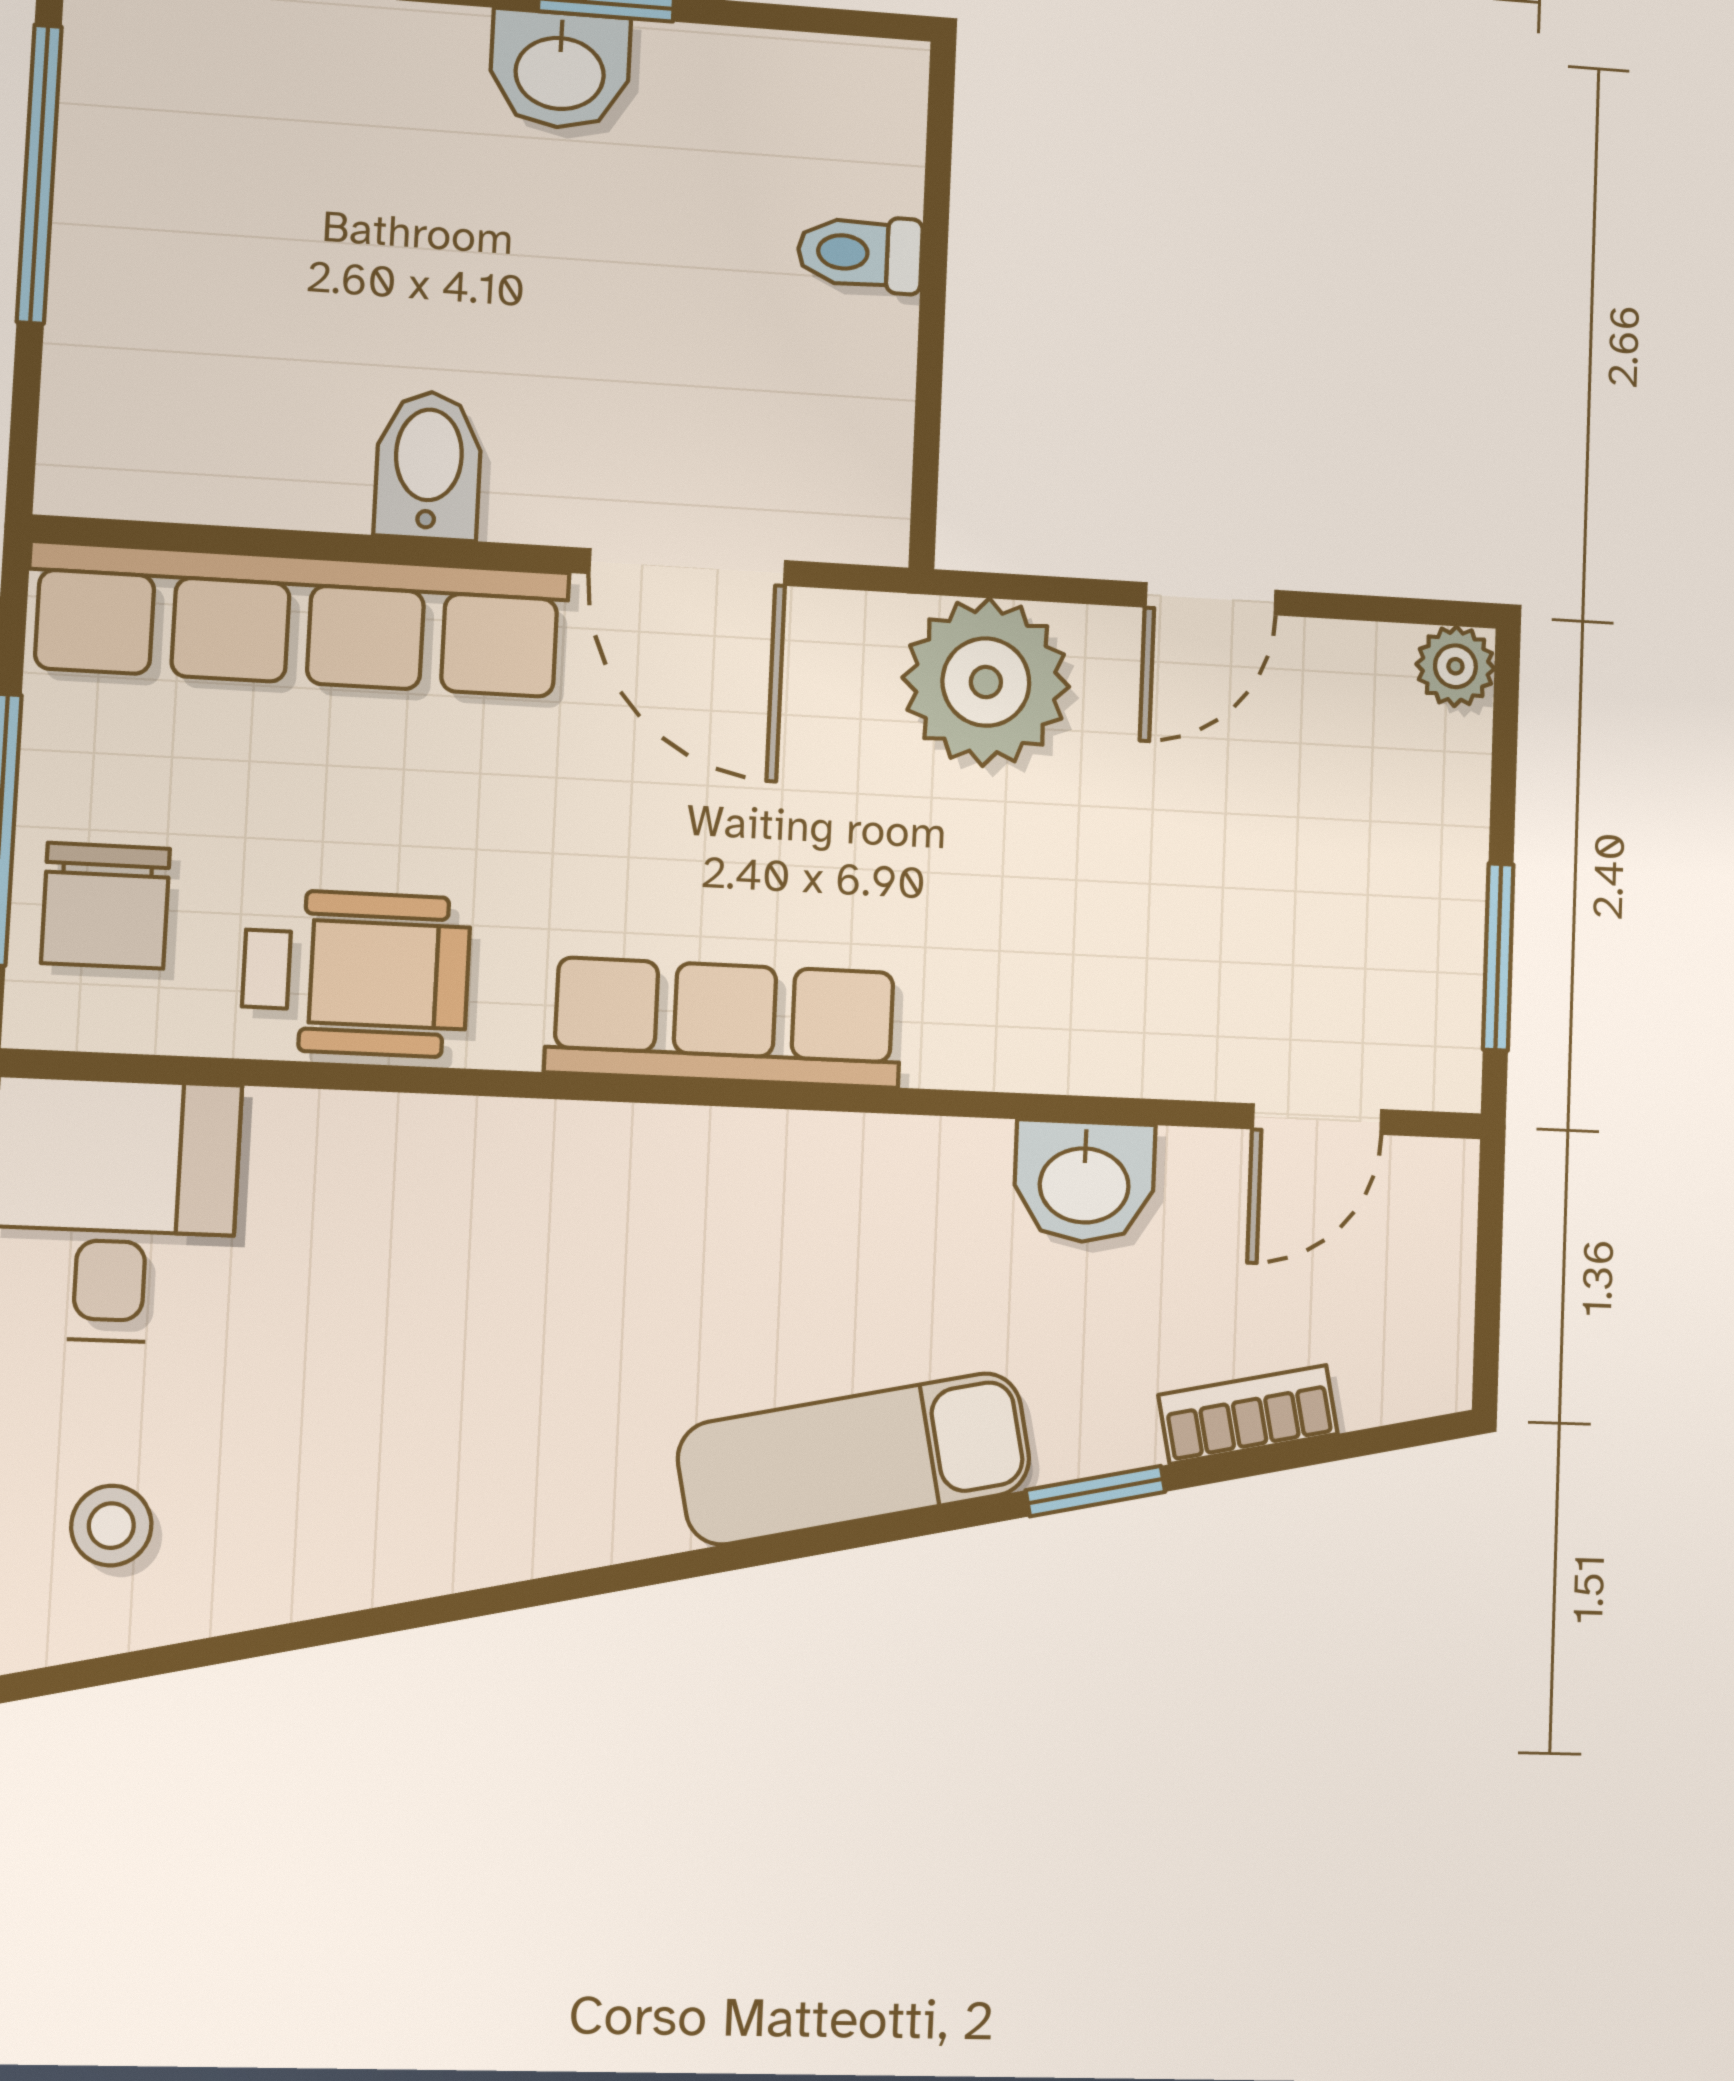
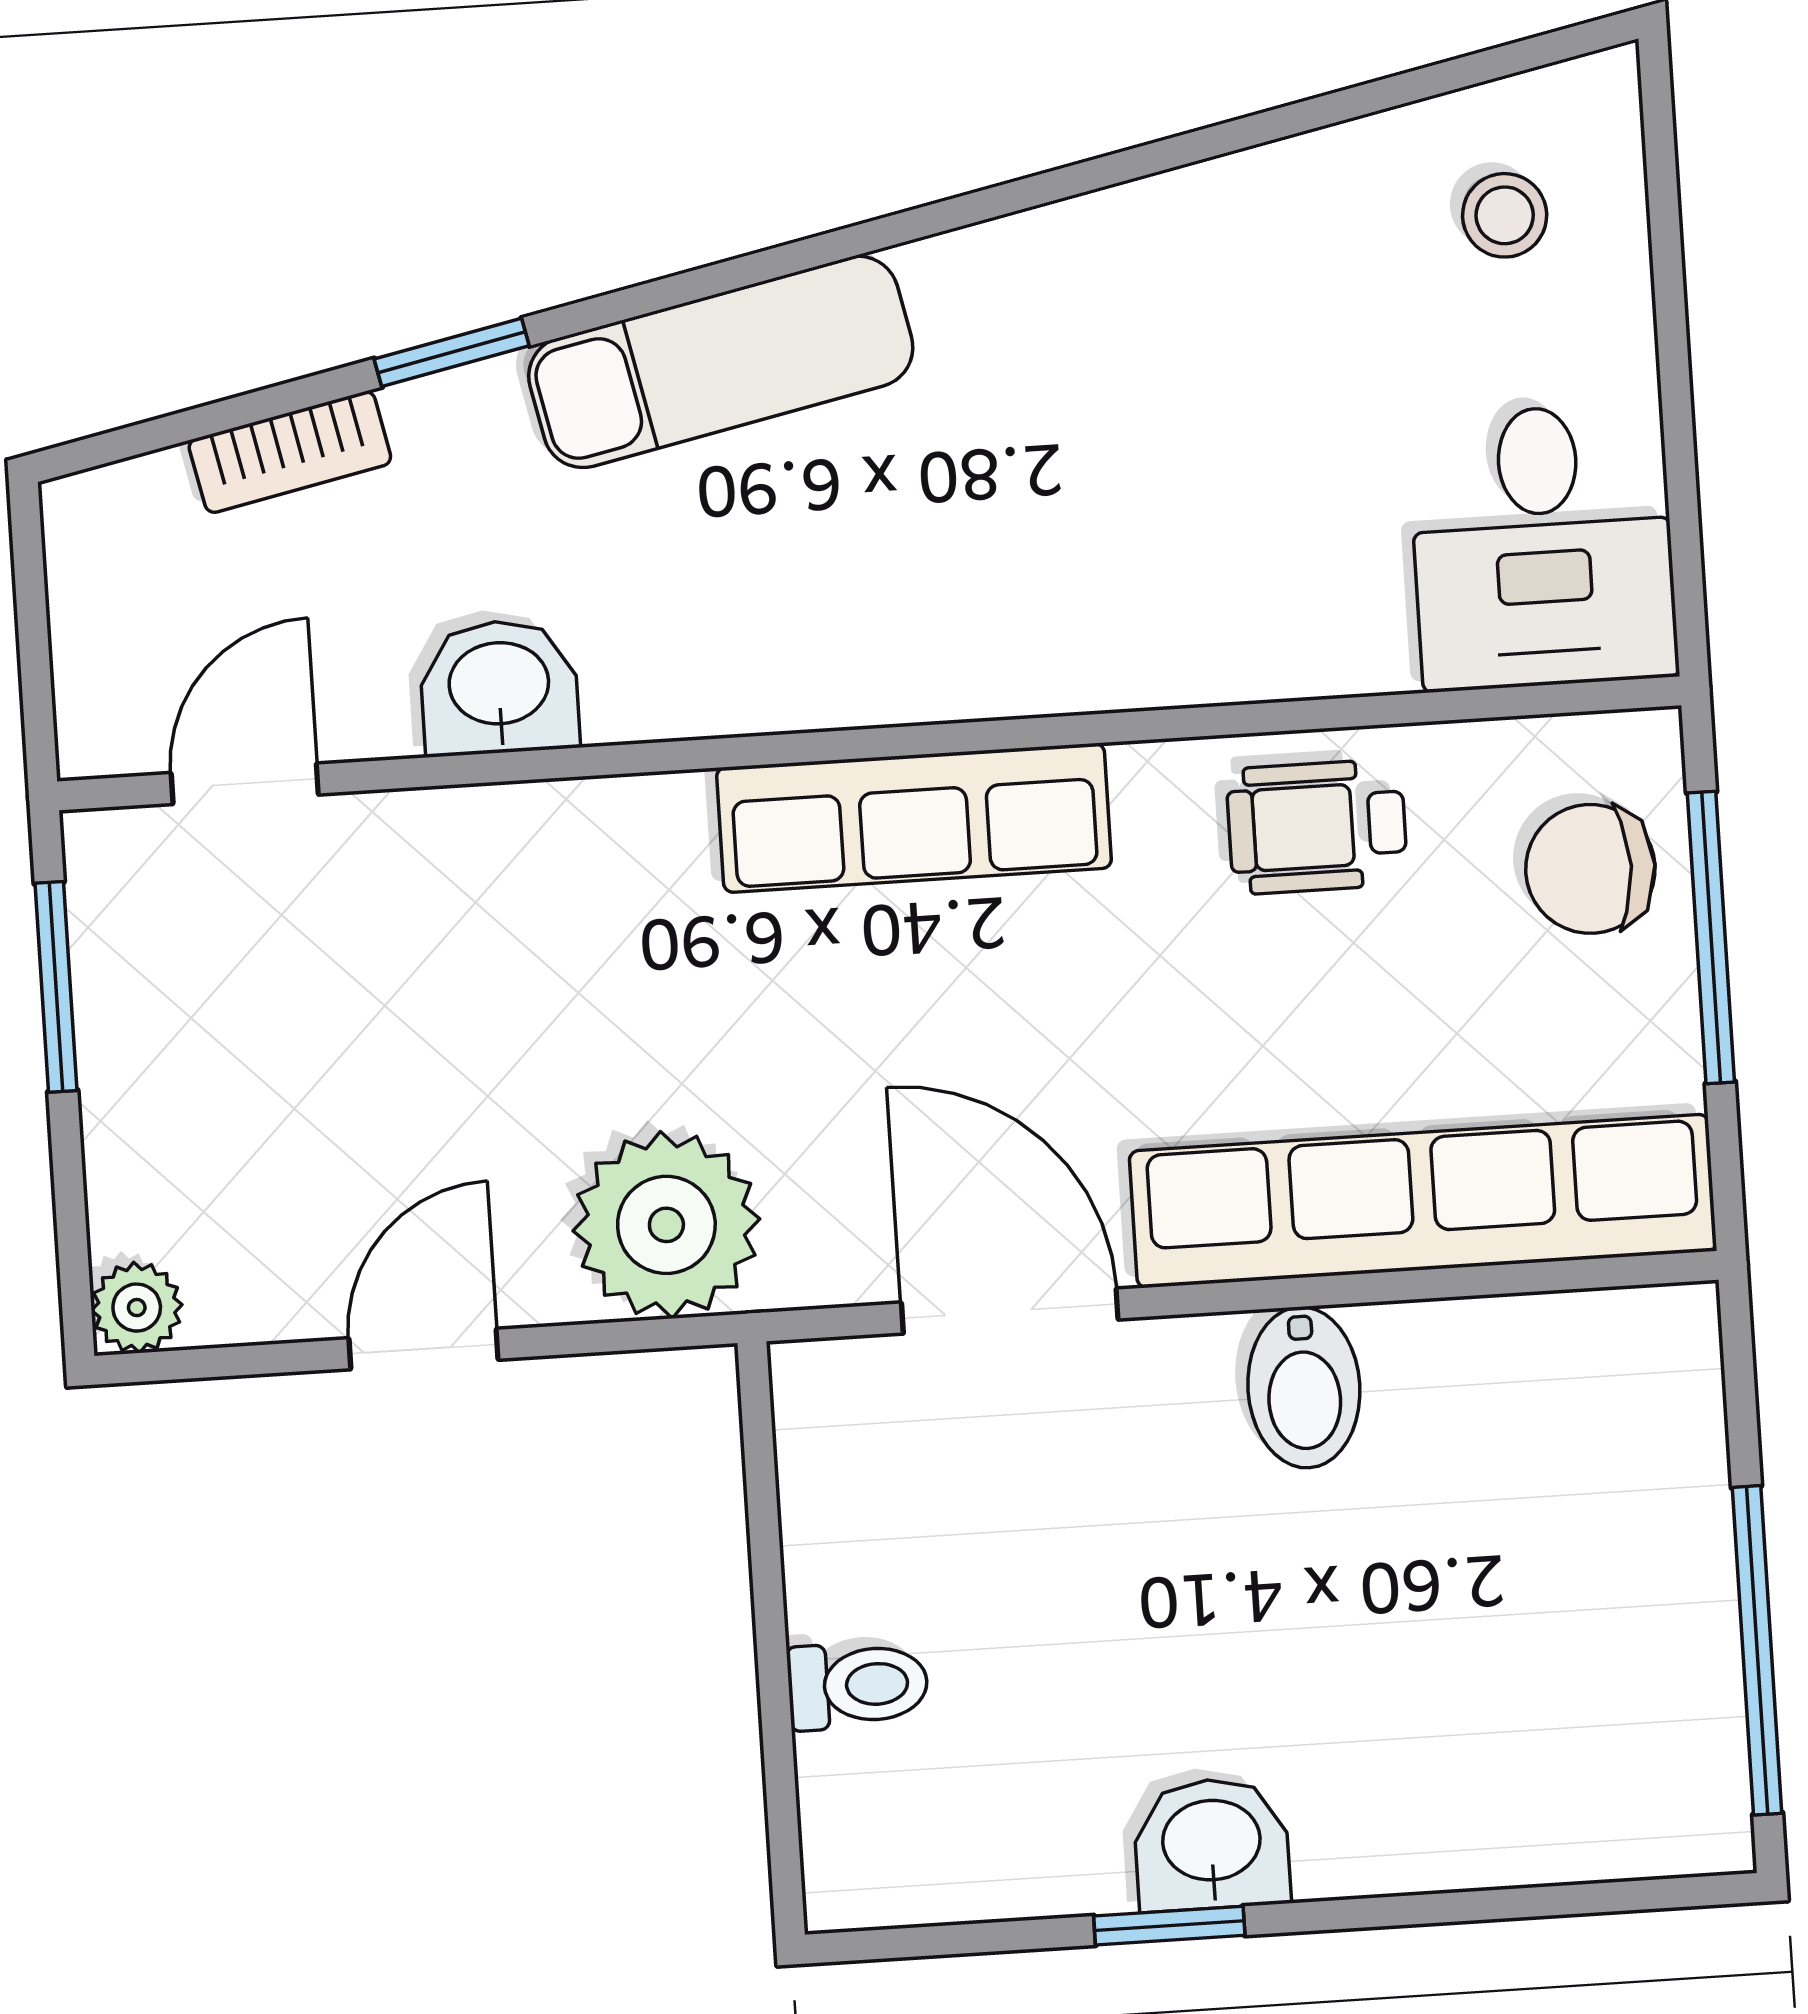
chair: (106, 906) -> (1590, 869), turned -90
wheelchair: (356, 973) -> (1317, 827), width x0.73, depth x0.73

